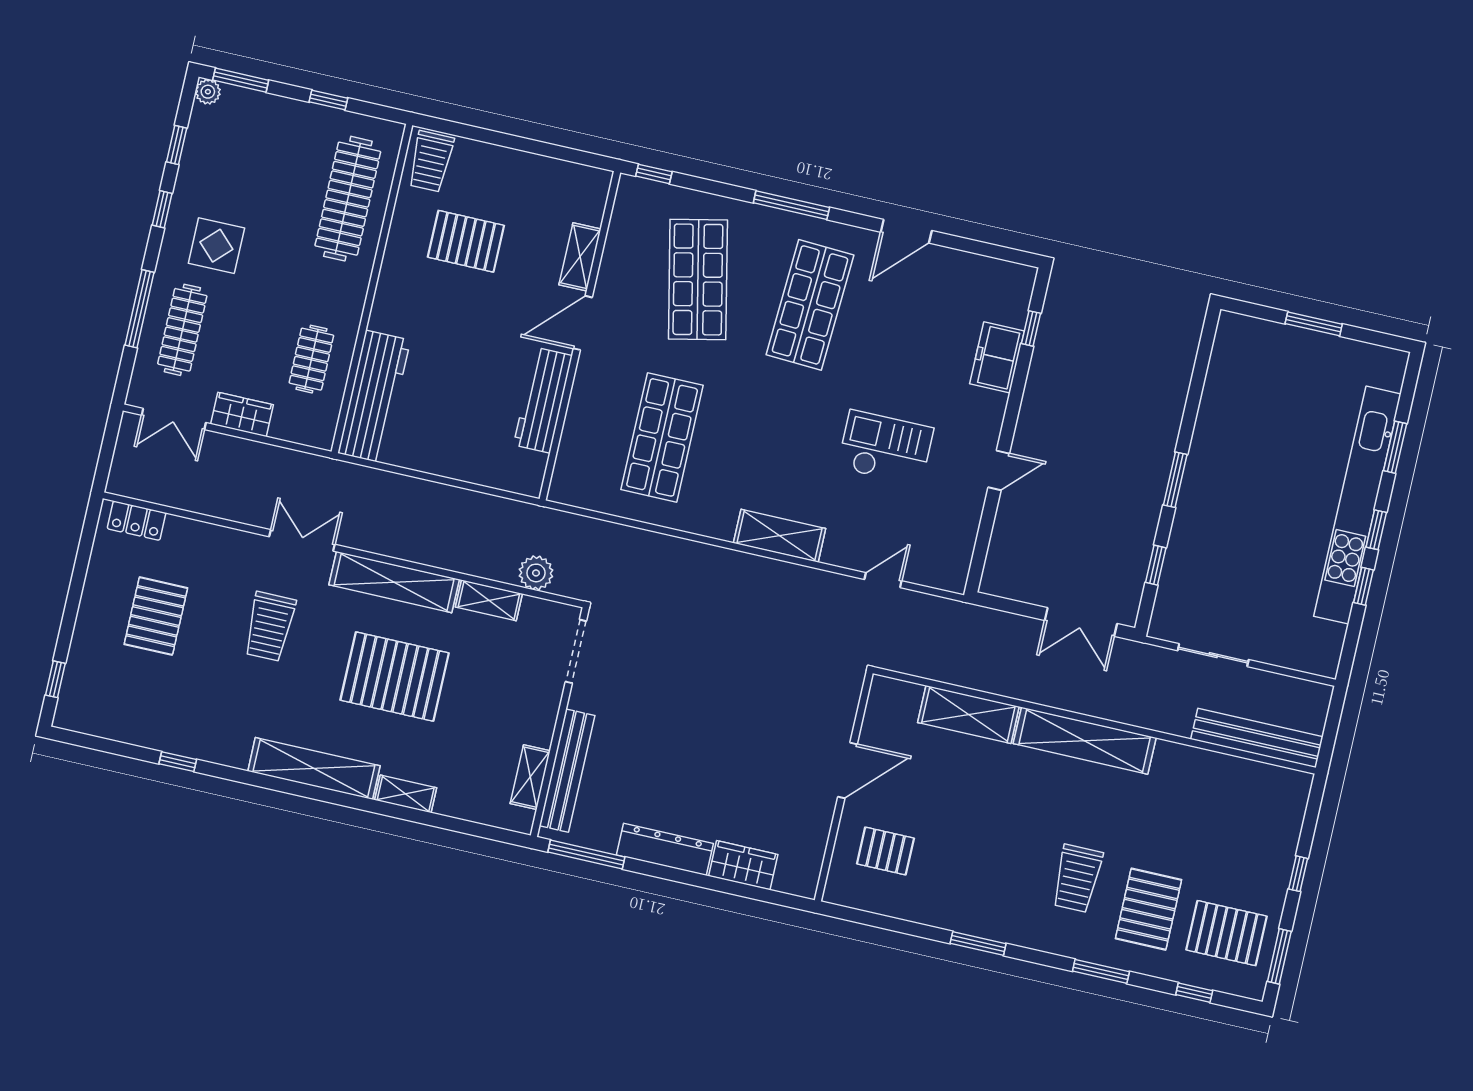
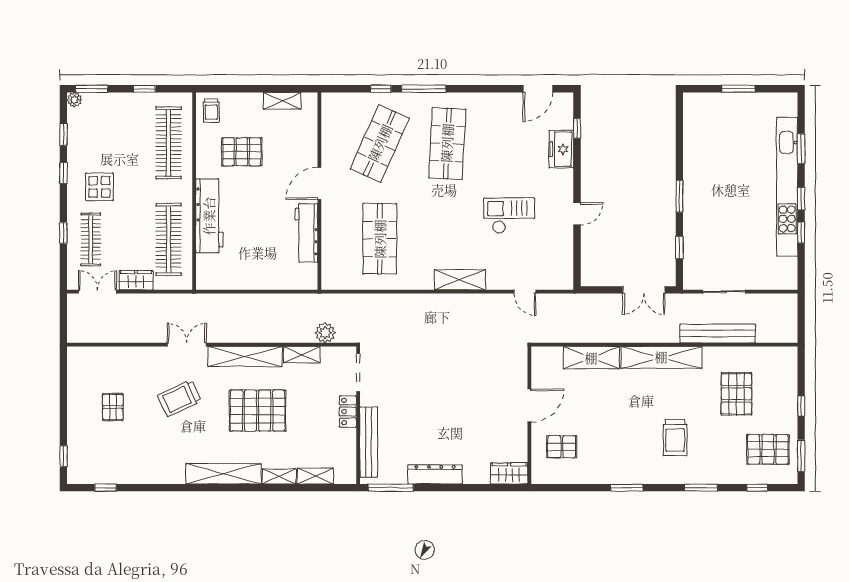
trolley: (431, 161) -> (211, 111), width x0.73, depth x0.72
window: (654, 174) -> (381, 89), moved
door: (906, 231) -> (538, 89), moved
shelving: (580, 257) -> (282, 101), moved, turned 90
shop shelf: (698, 279) -> (380, 143), turned 36
window: (140, 309) -> (63, 233), width x0.46
clothes rail: (311, 359) -> (169, 239), width x1.86, depth x1.31
workbench: (374, 397) -> (209, 216), moved
double door: (174, 419) -> (97, 292), swing flipped
locker: (137, 521) -> (348, 411), moved, turned 90
door: (883, 580) -> (525, 292), swing flipped
pallet: (156, 616) -> (113, 407), width x0.67, depth x0.71
trolley: (270, 627) -> (179, 398), turned 65
bench: (1257, 738) -> (718, 333), moved
window: (178, 762) -> (106, 488), moved
shelving: (530, 777) -> (315, 476), moved, turned 90
wardrobe: (743, 865) -> (509, 473), moved
pallet: (1149, 909) -> (736, 394), moved

